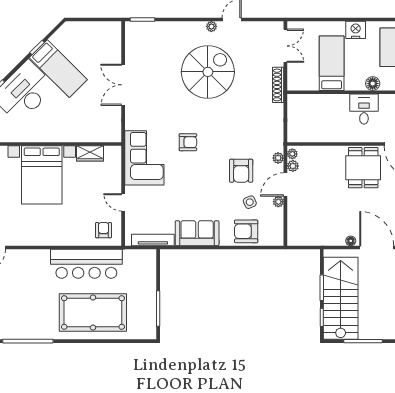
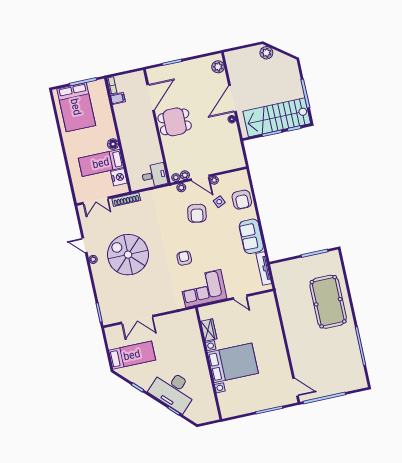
nightstand: (356, 30) -> (119, 177), moved, turned 180
double door: (285, 46) -> (96, 201), swing flipped
bed: (58, 69) -> (132, 355), moved, turned 45
floor lamp: (373, 84) -> (113, 144), moved
double door: (123, 85) -> (137, 320), moved
desk: (364, 109) -> (154, 175), moved, turned 180
armchair: (241, 171) -> (197, 213), turned 99
door: (123, 202) -> (240, 297), hinge flipped
armchair: (104, 230) -> (264, 307), removed
bar counter: (86, 264) -> (292, 315), removed

